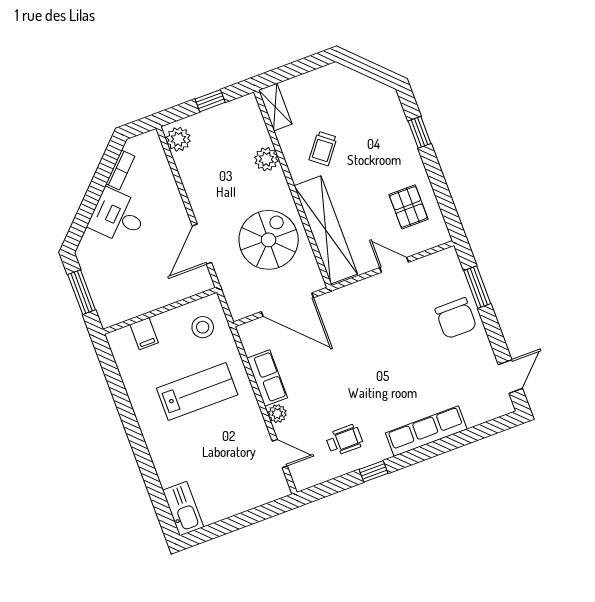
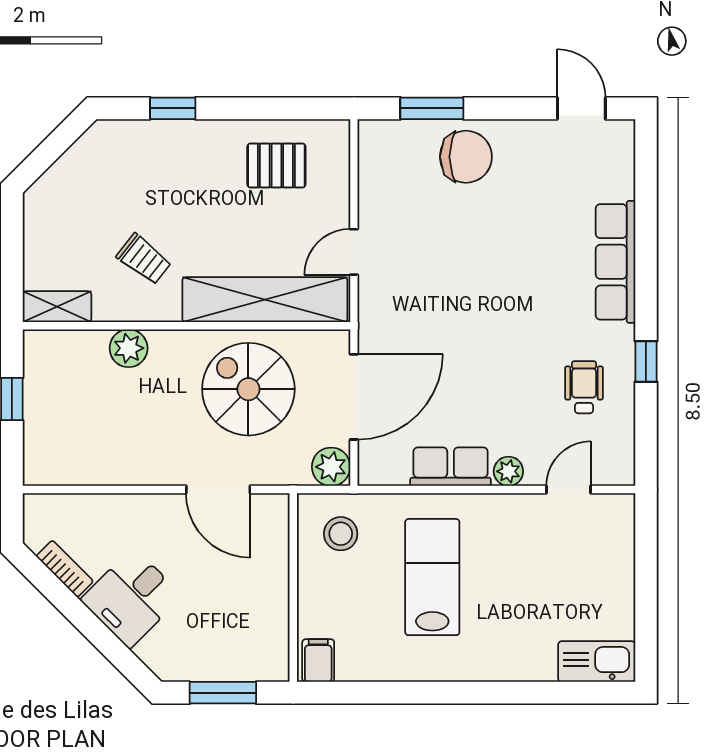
plant: (178, 139) -> (331, 467), moved
door: (394, 265) -> (354, 252), moved
filing cabinet: (144, 334) -> (318, 661), moved, turned -90

